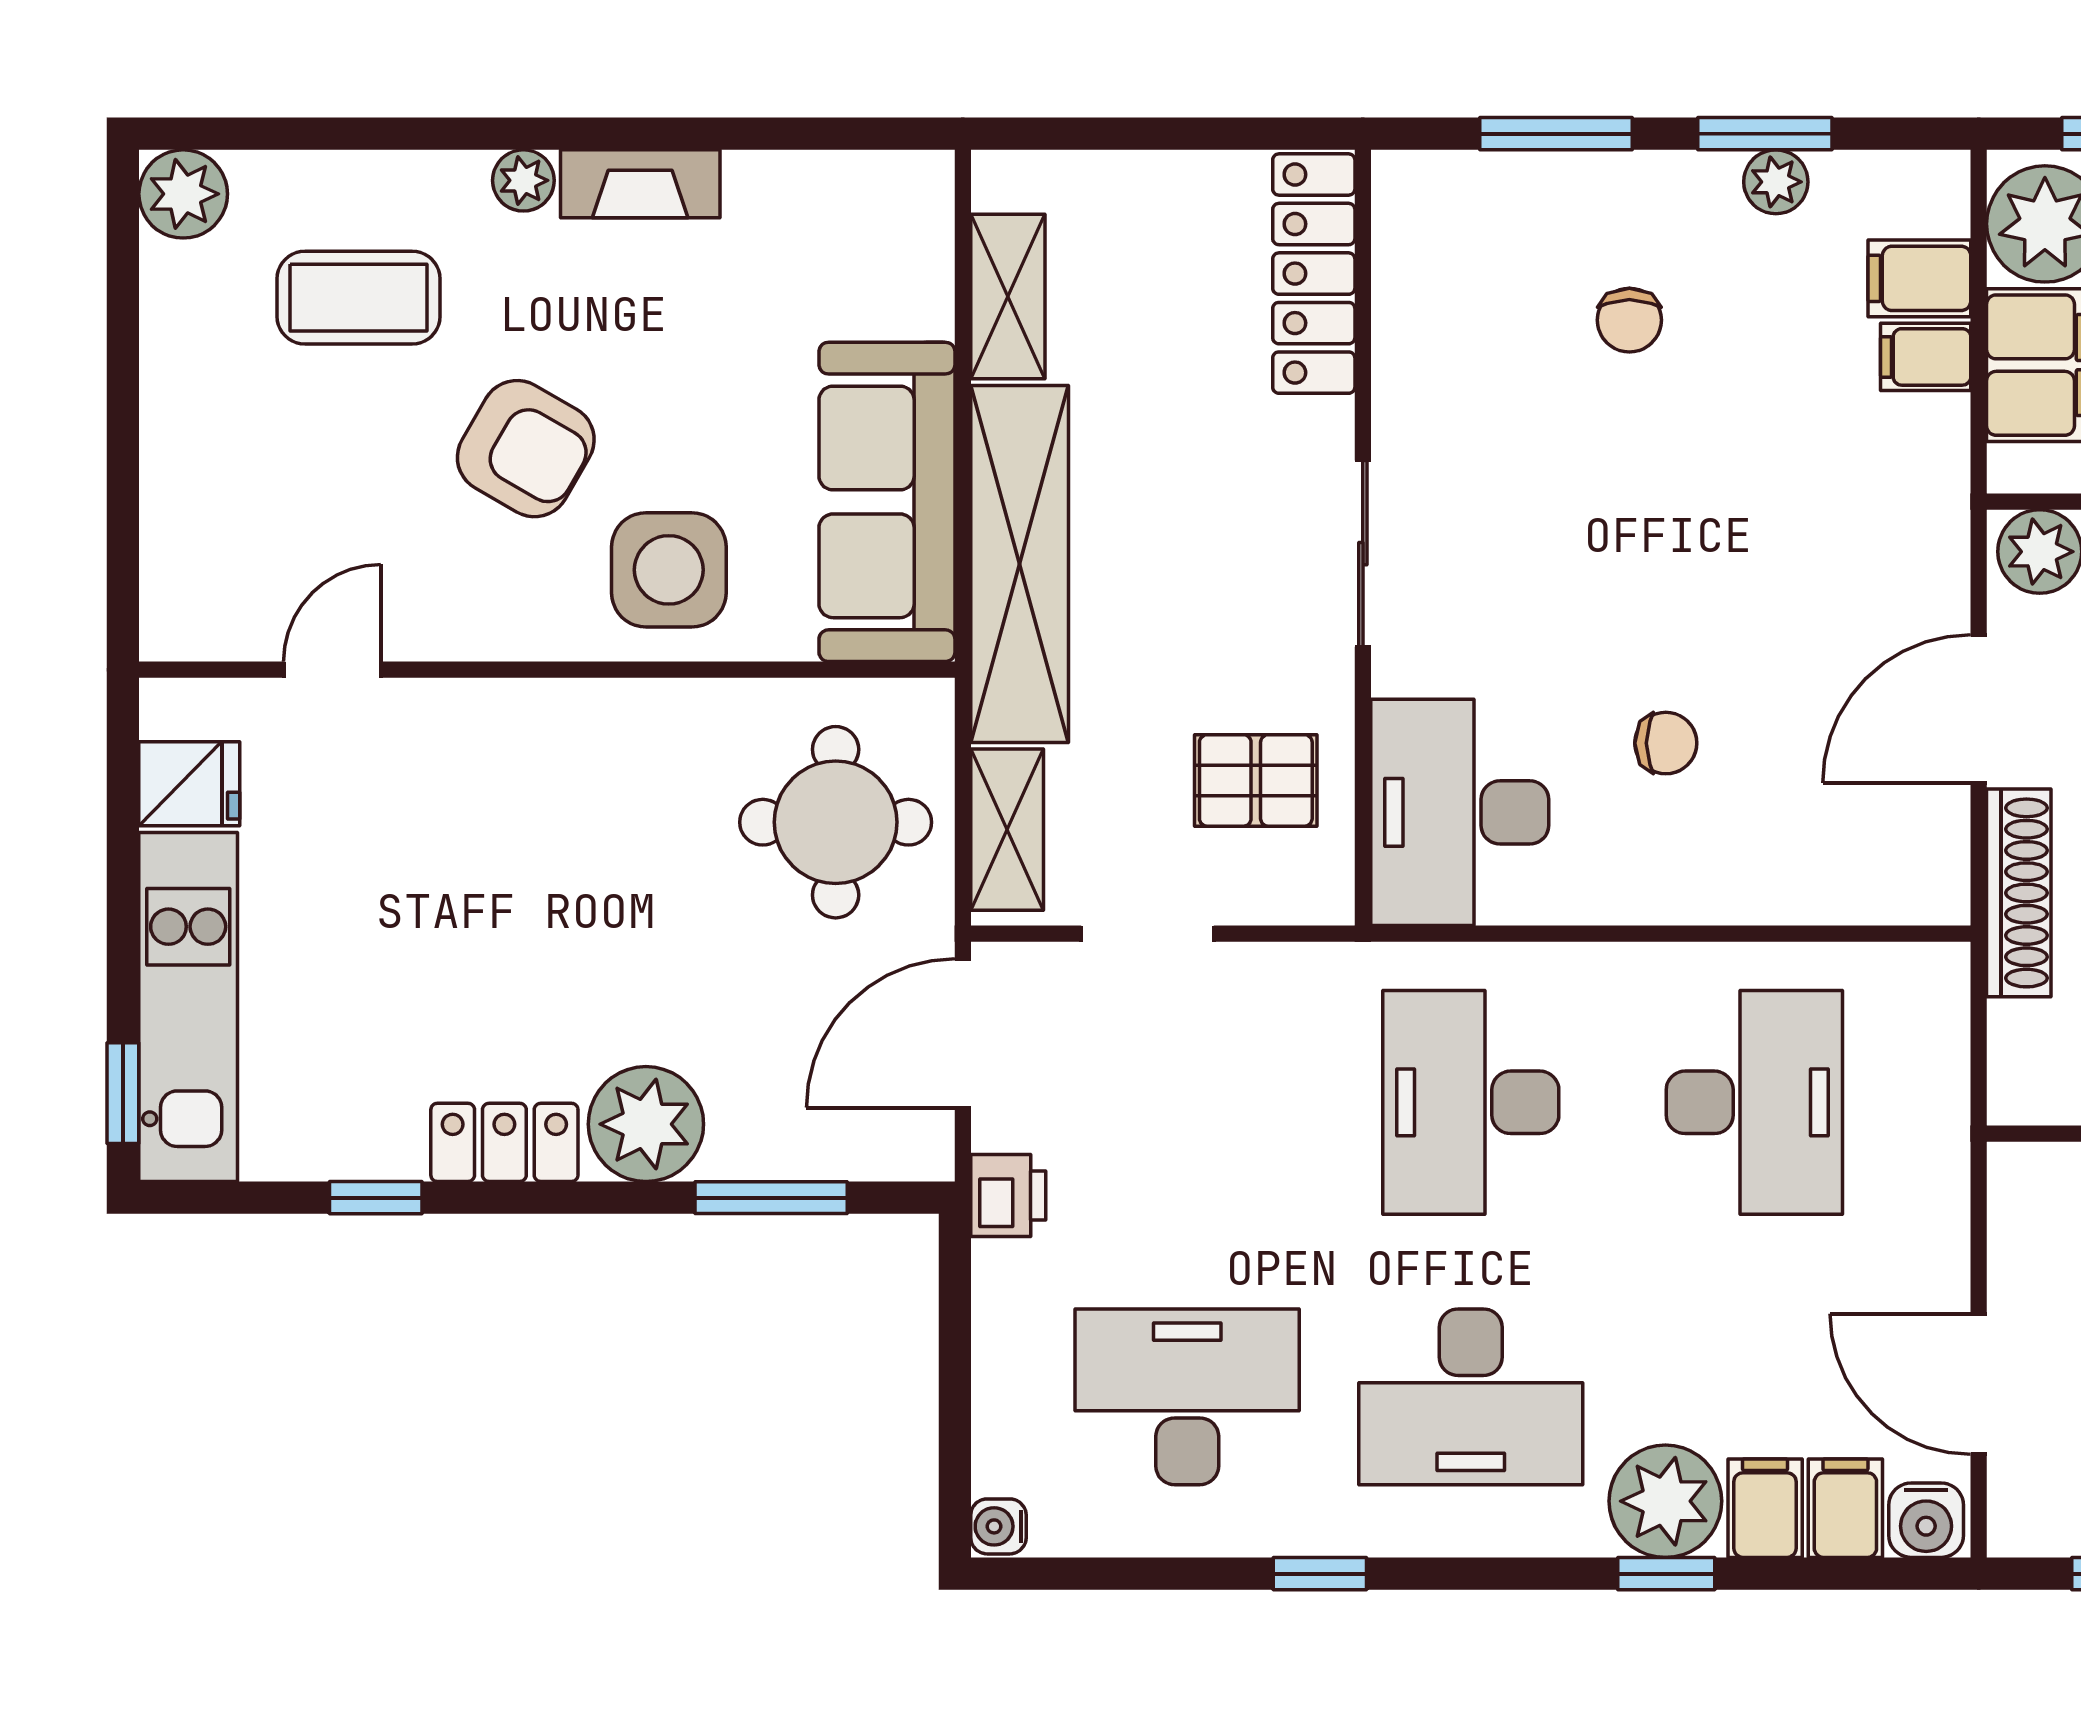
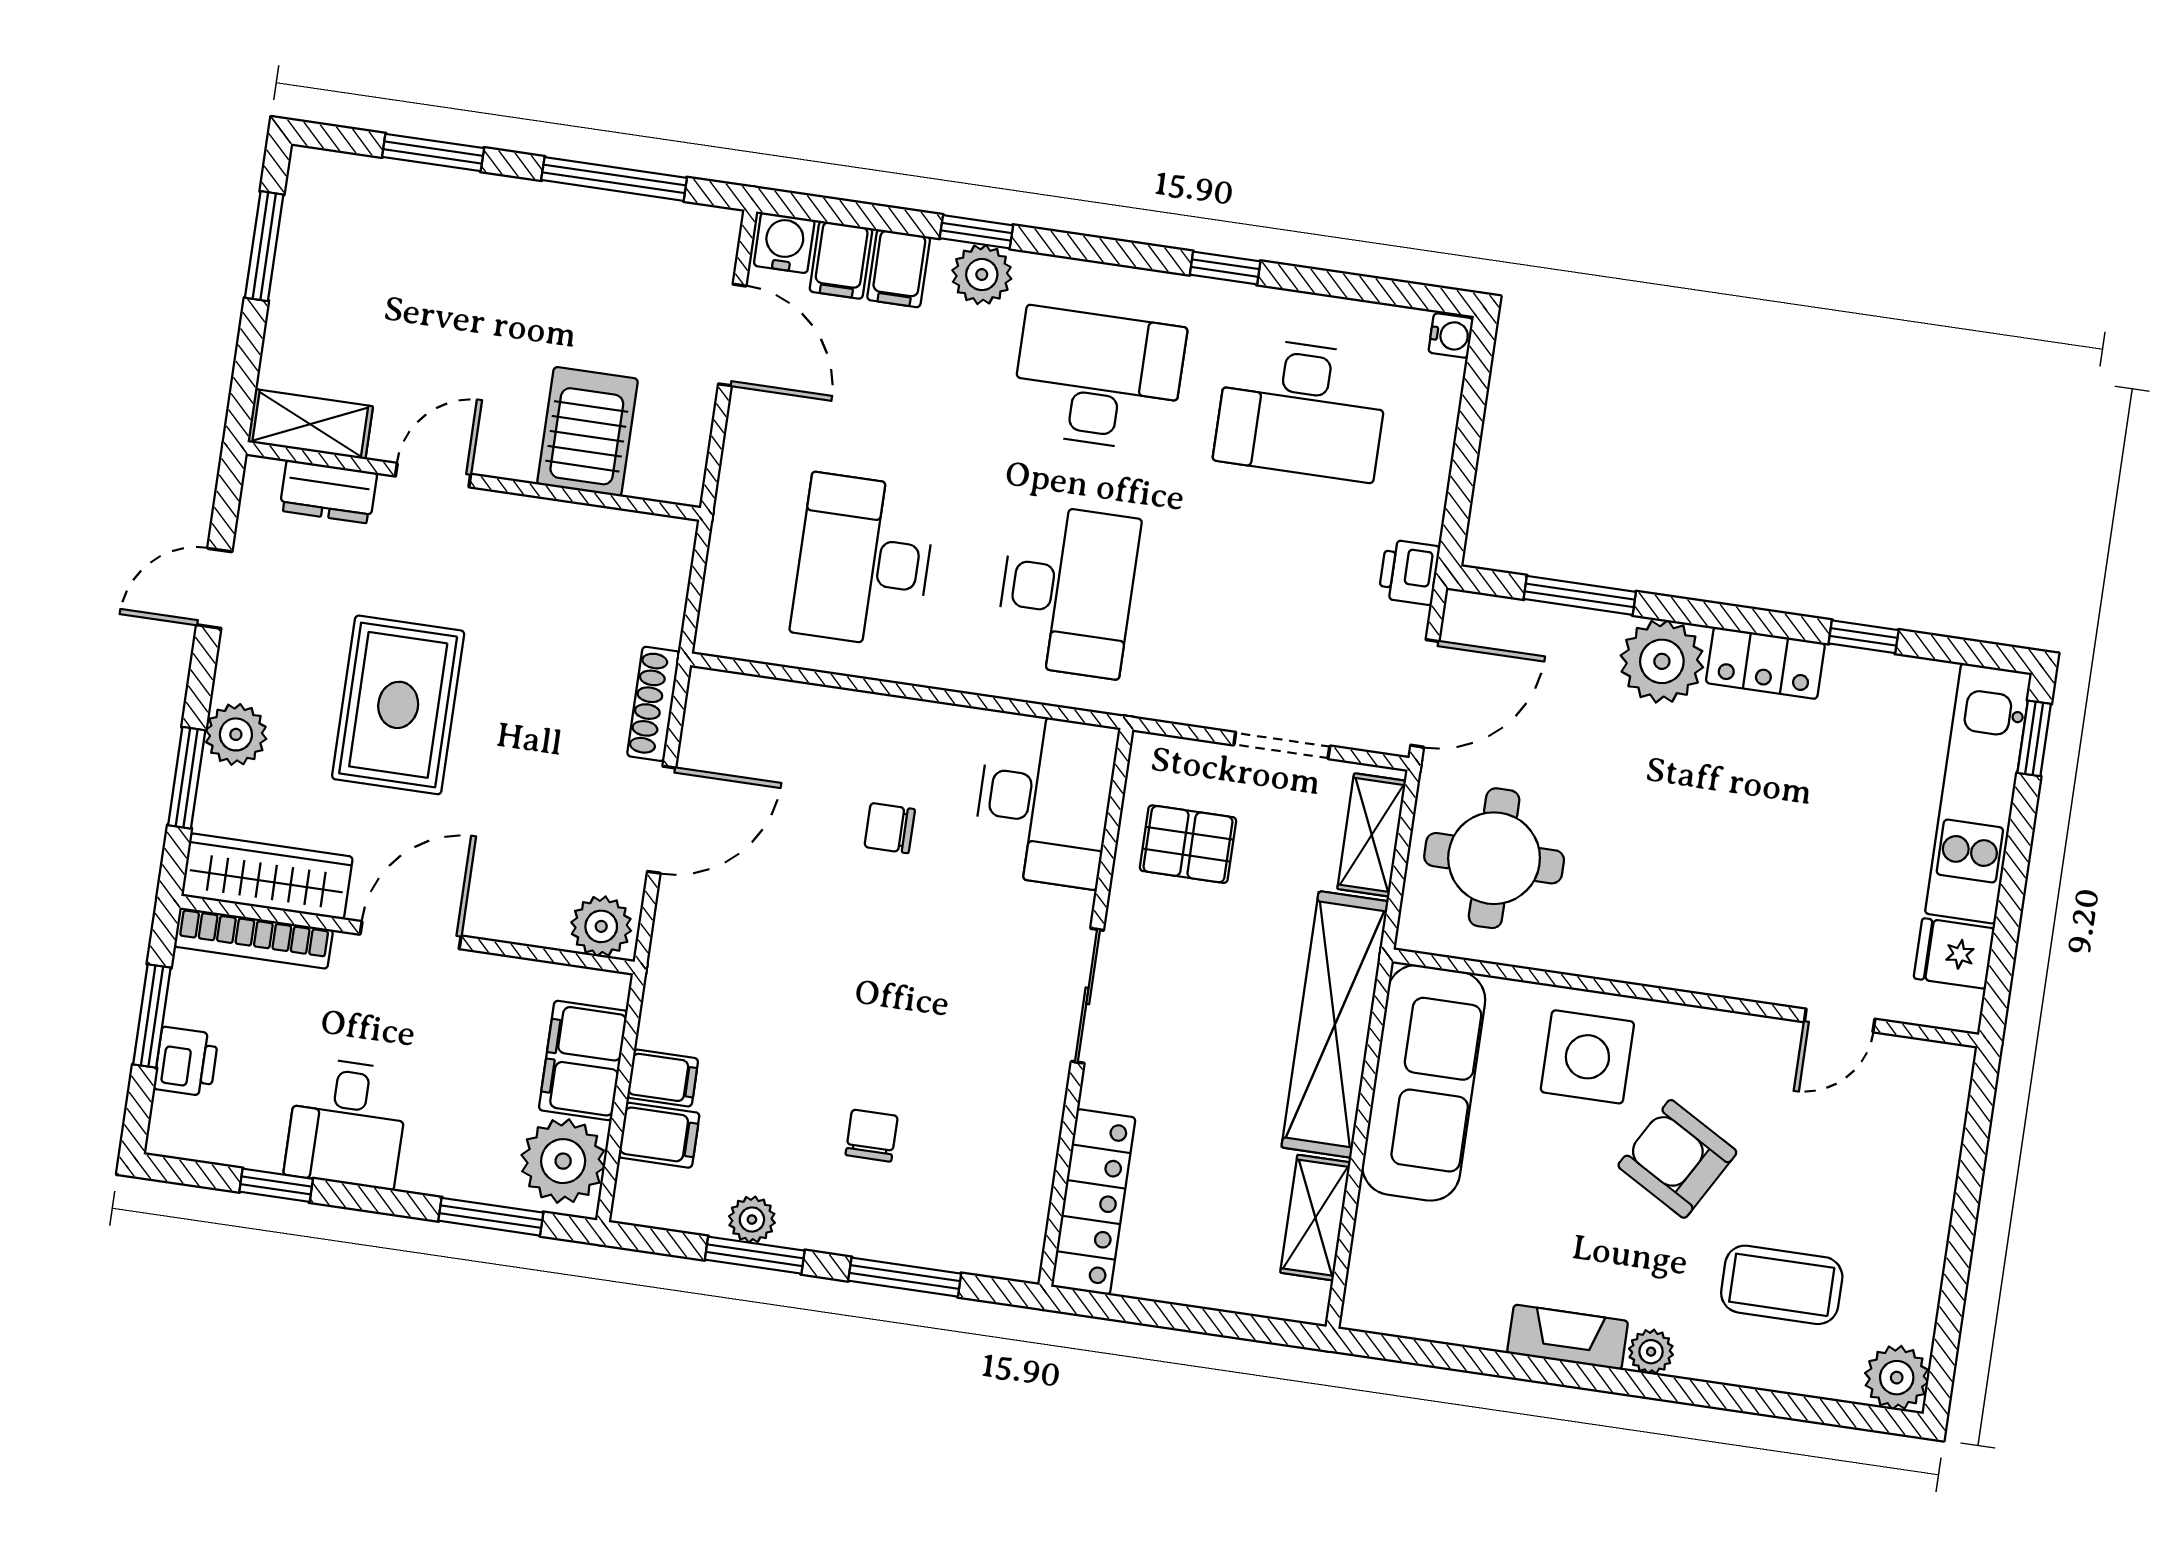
shoe rack: (2019, 893) -> (653, 704), width x0.74, depth x0.81
plant: (1665, 1501) -> (982, 275), width x0.73, depth x0.73

